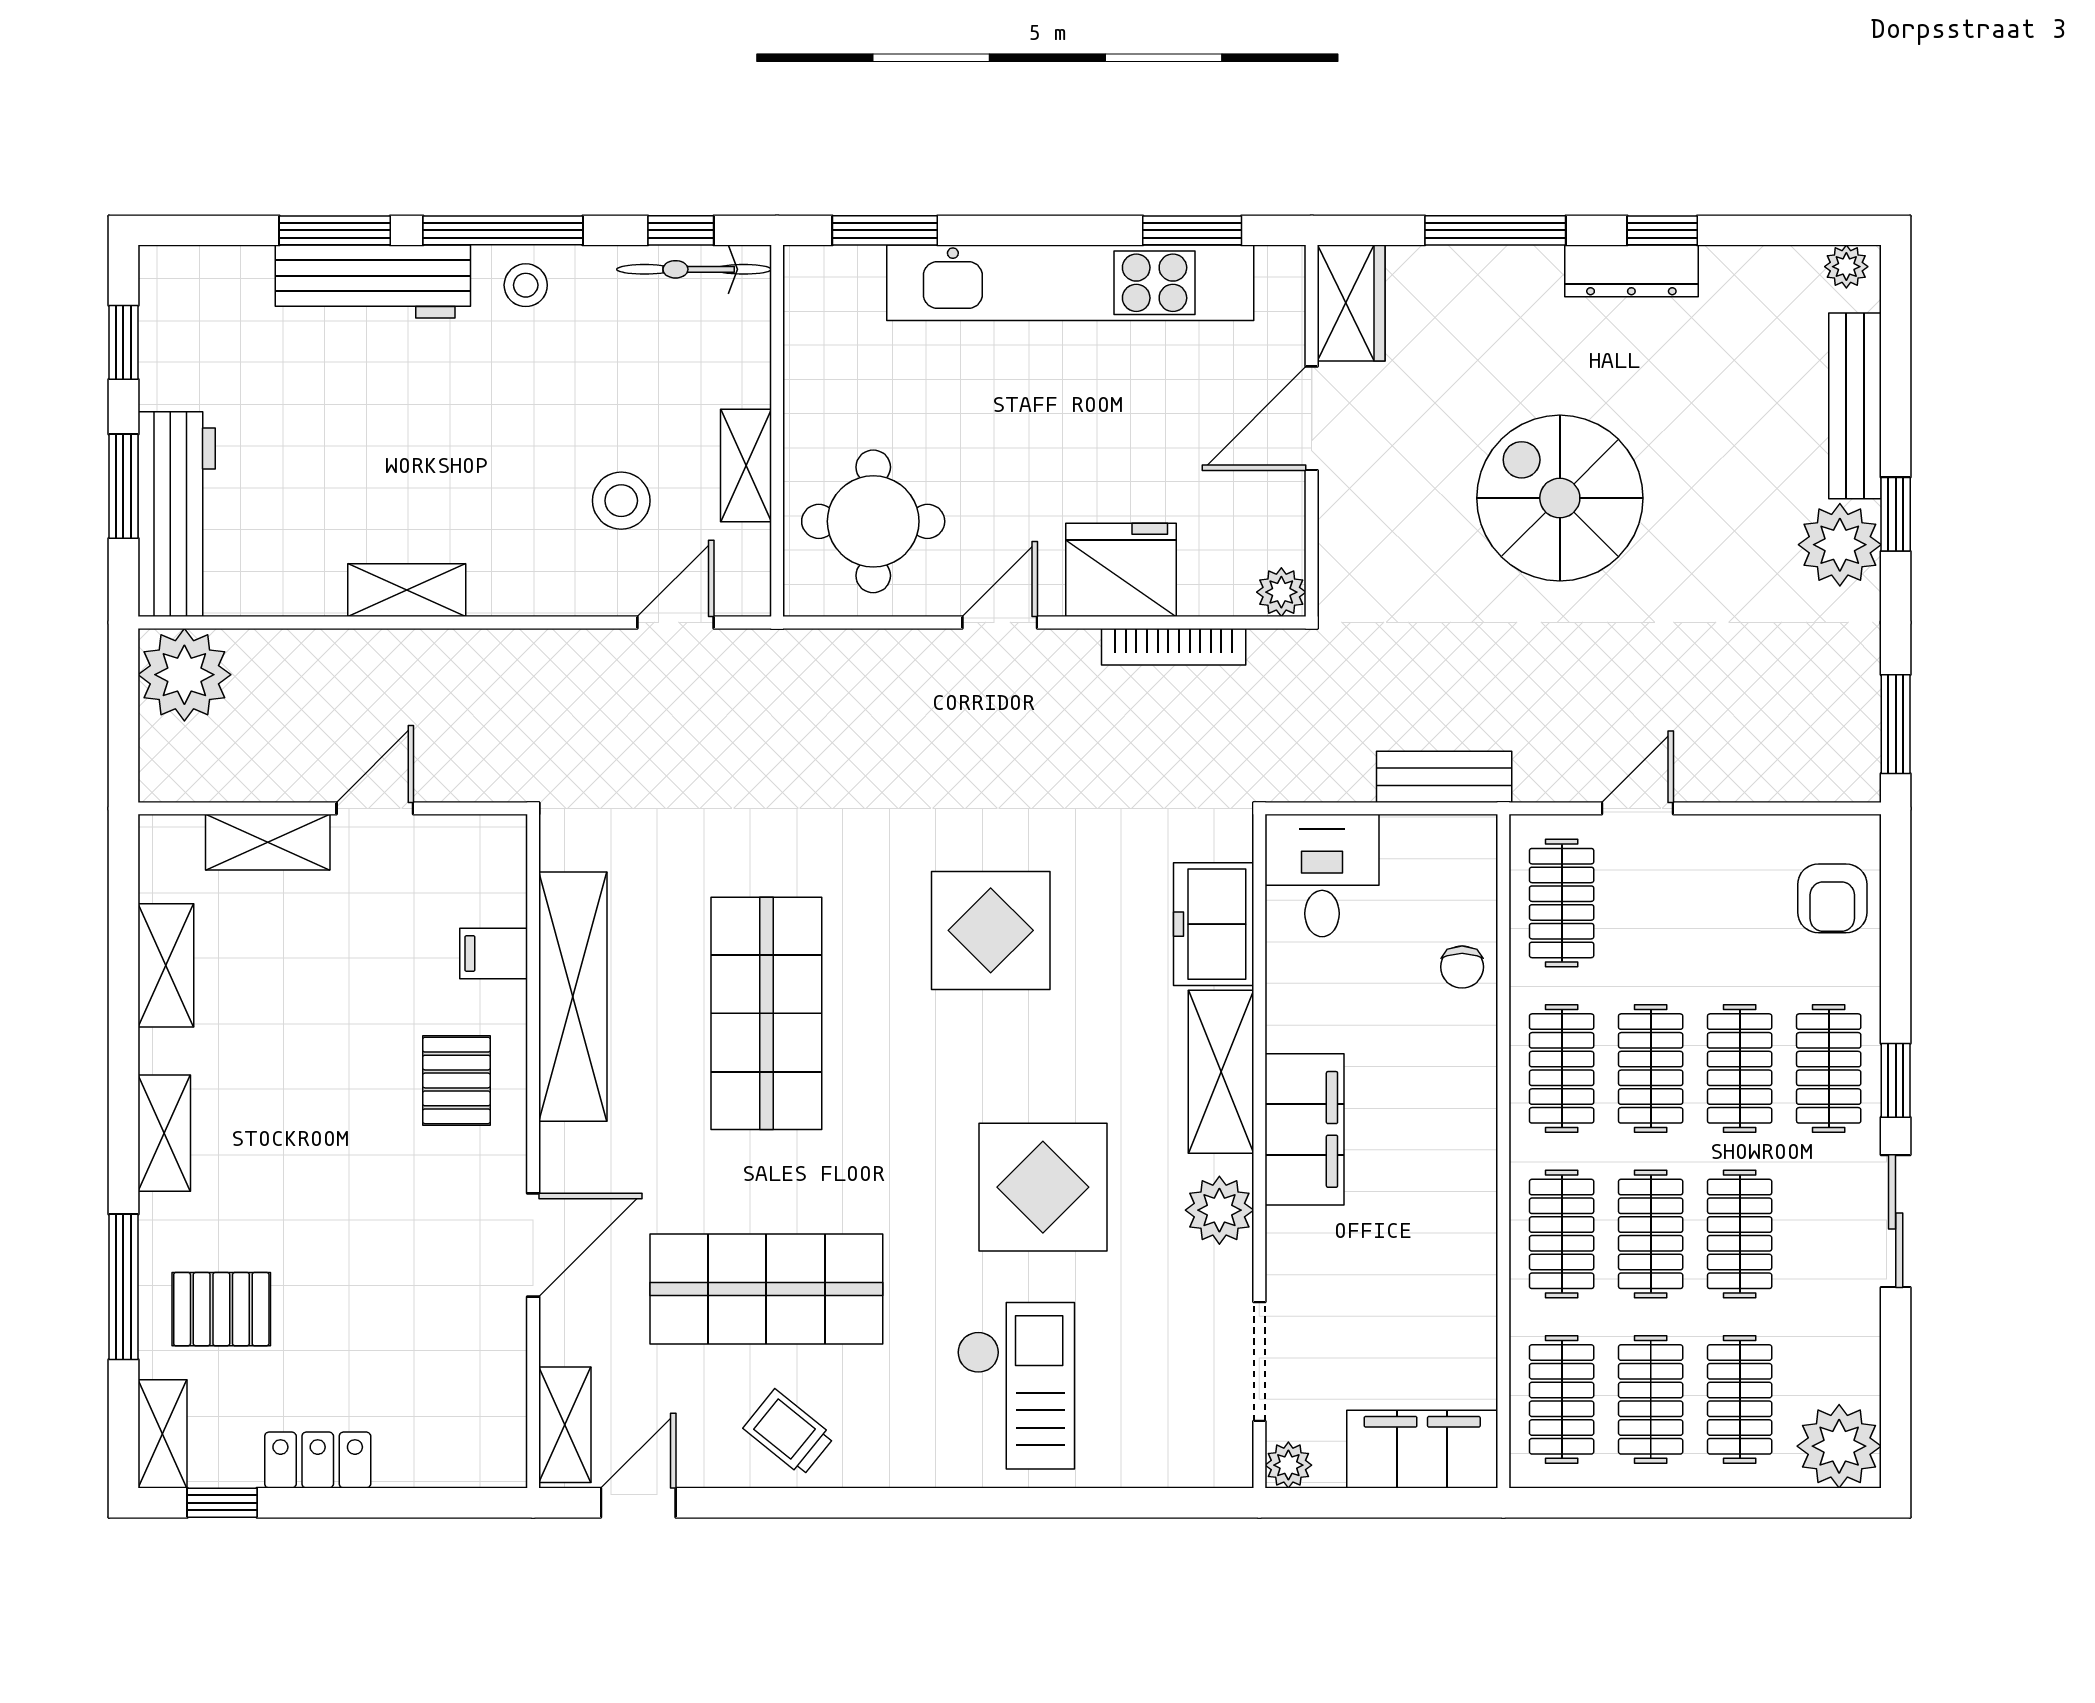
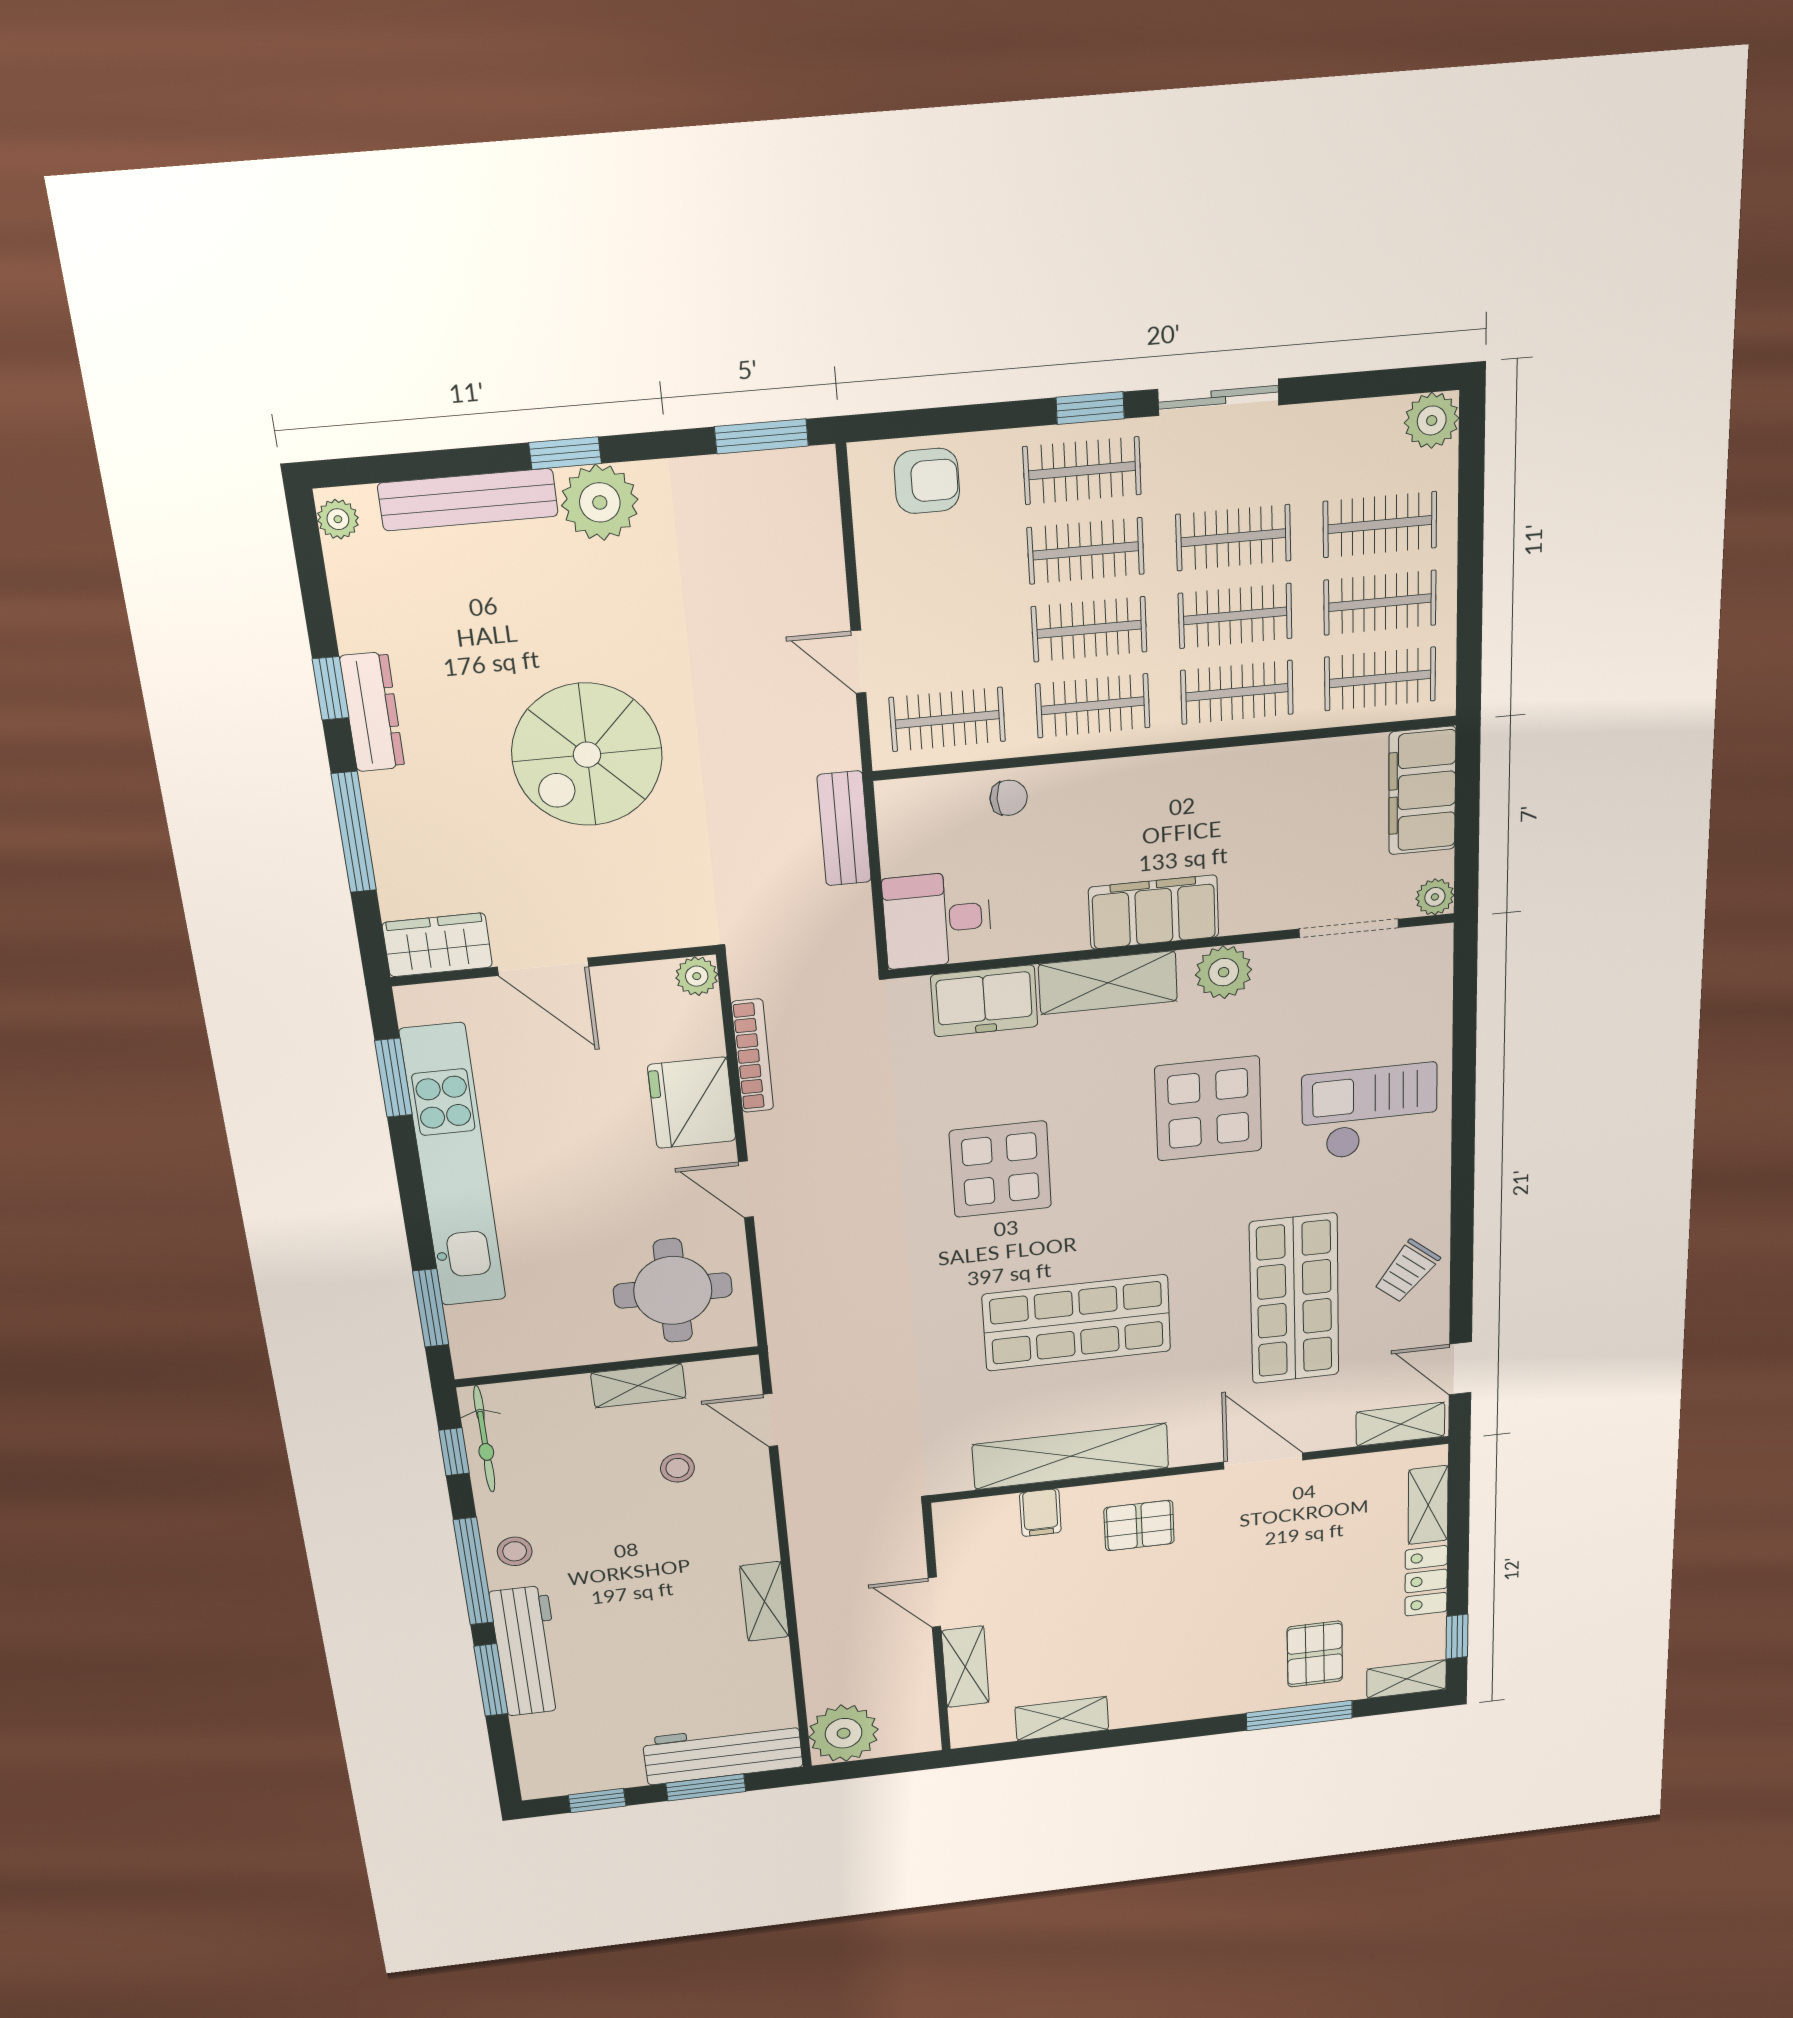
stool: (621, 501) -> (677, 1468), width x0.73, depth x0.73
shelving: (164, 1133) -> (1428, 1505), moved, turned 90
plant: (1839, 1446) -> (1432, 420), width x0.73, depth x0.73

